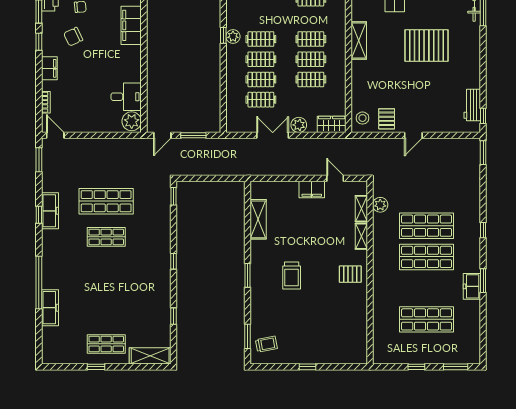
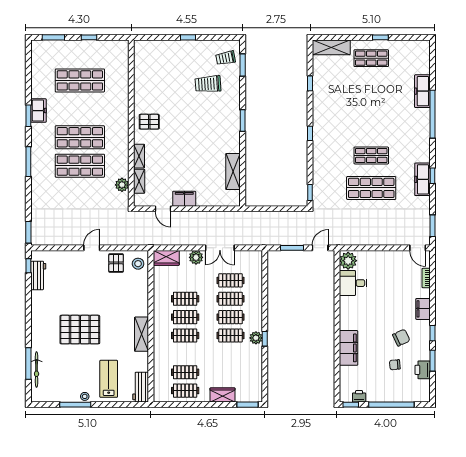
window: (483, 230) -> (28, 162), width x2.17
trolley: (292, 276) -> (208, 84), moved, turned -94

